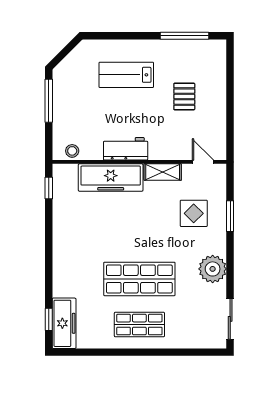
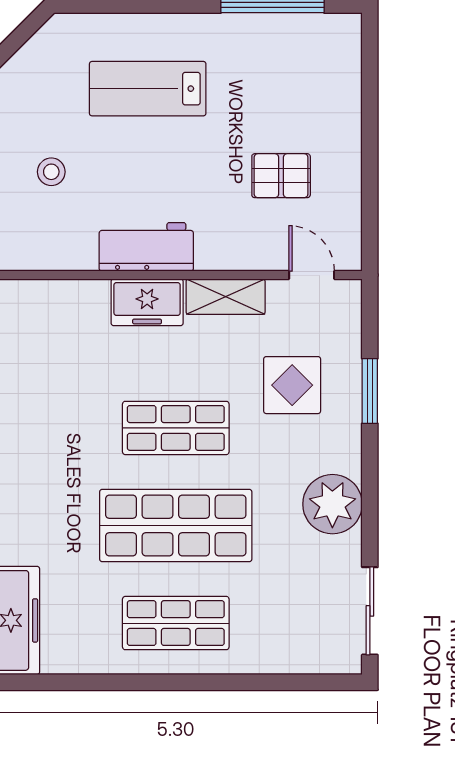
pallet: (184, 97) -> (281, 176), moved, turned 90
stool: (72, 151) -> (51, 172), moved
freezer: (111, 178) -> (147, 302), width x0.52, depth x0.79
shop shelf: (139, 233) -> (176, 428), added

